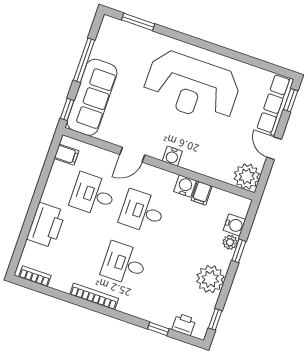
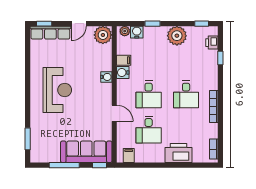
reception desk: (192, 87) -> (57, 90), width x0.74, depth x0.77
water cooler: (172, 156) -> (106, 77), moved
plant: (230, 242) -> (125, 31), moved

